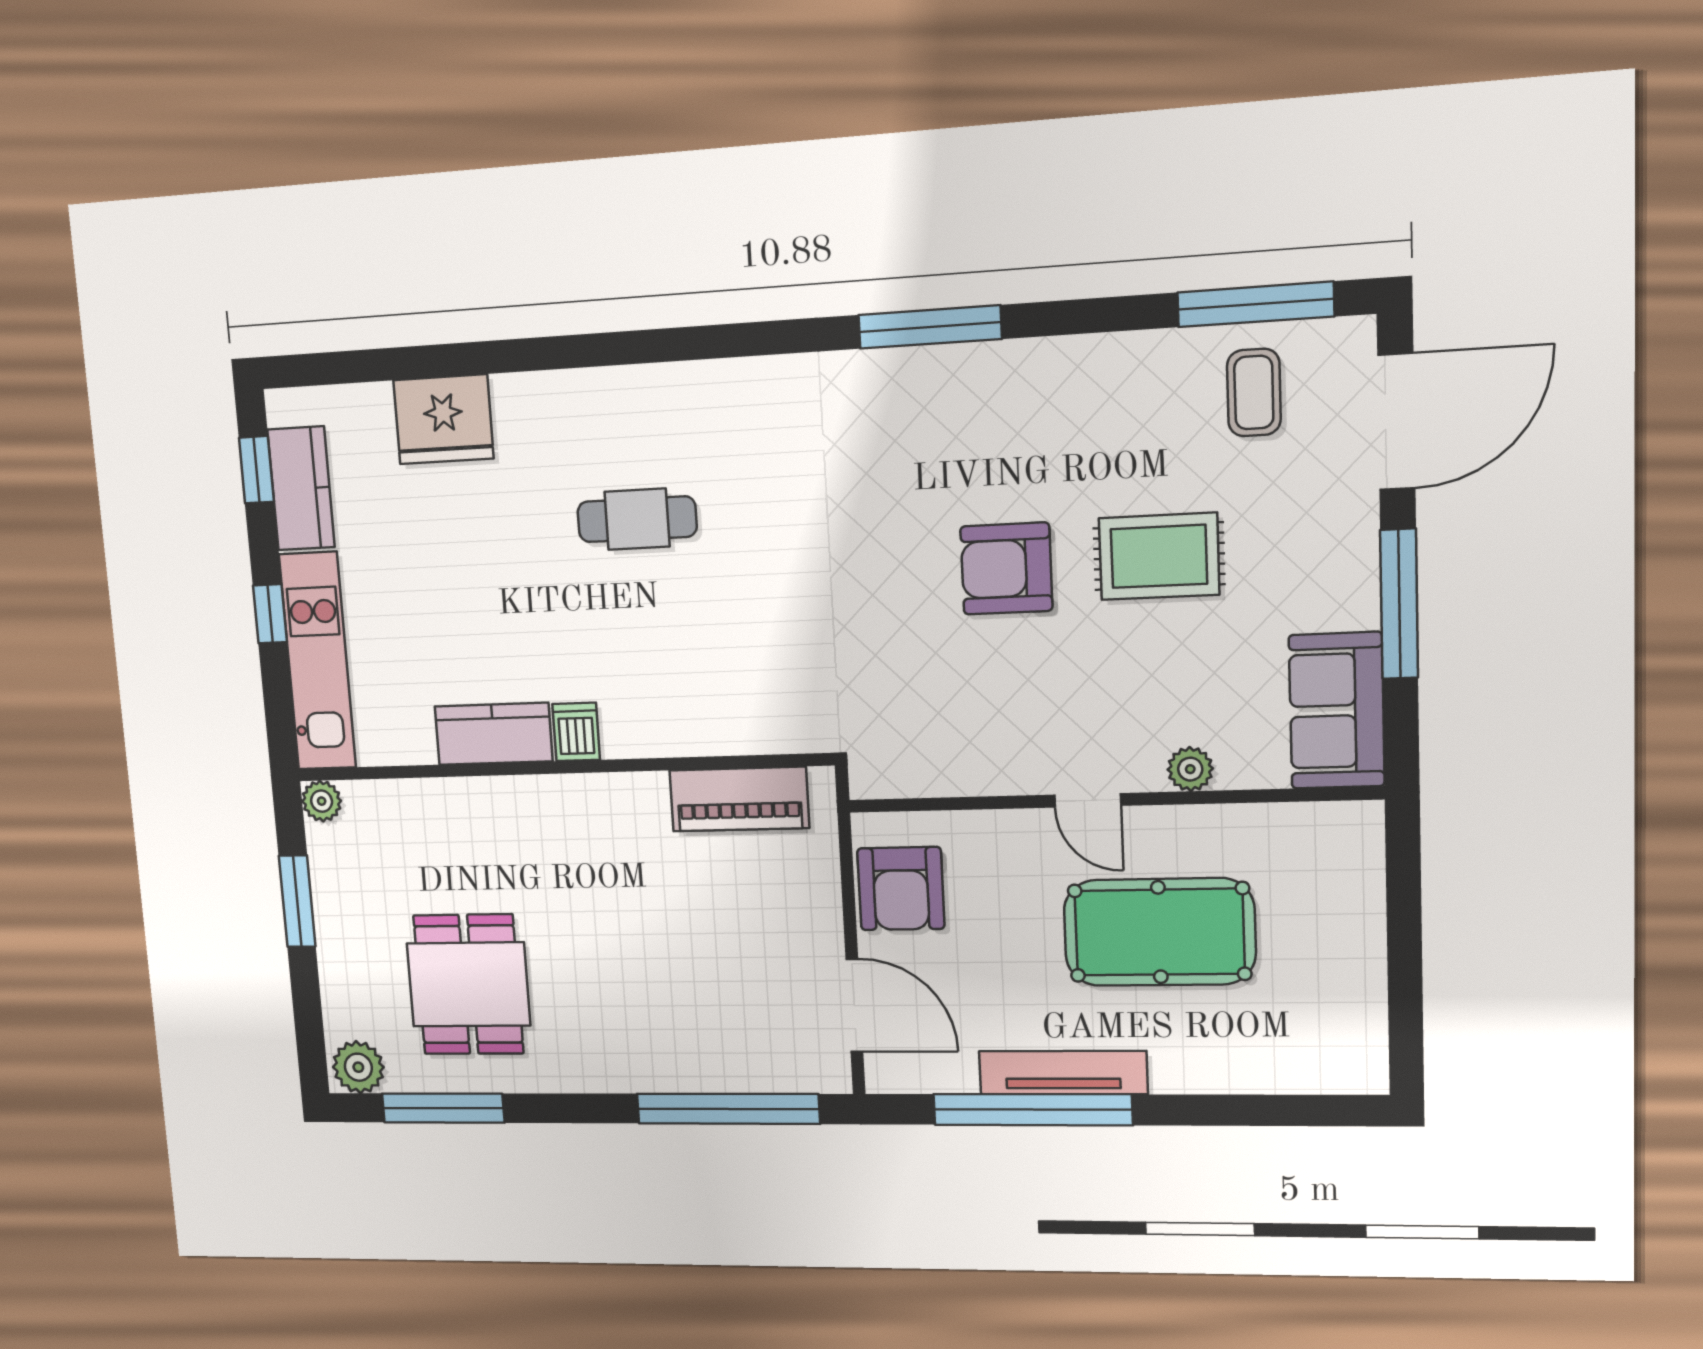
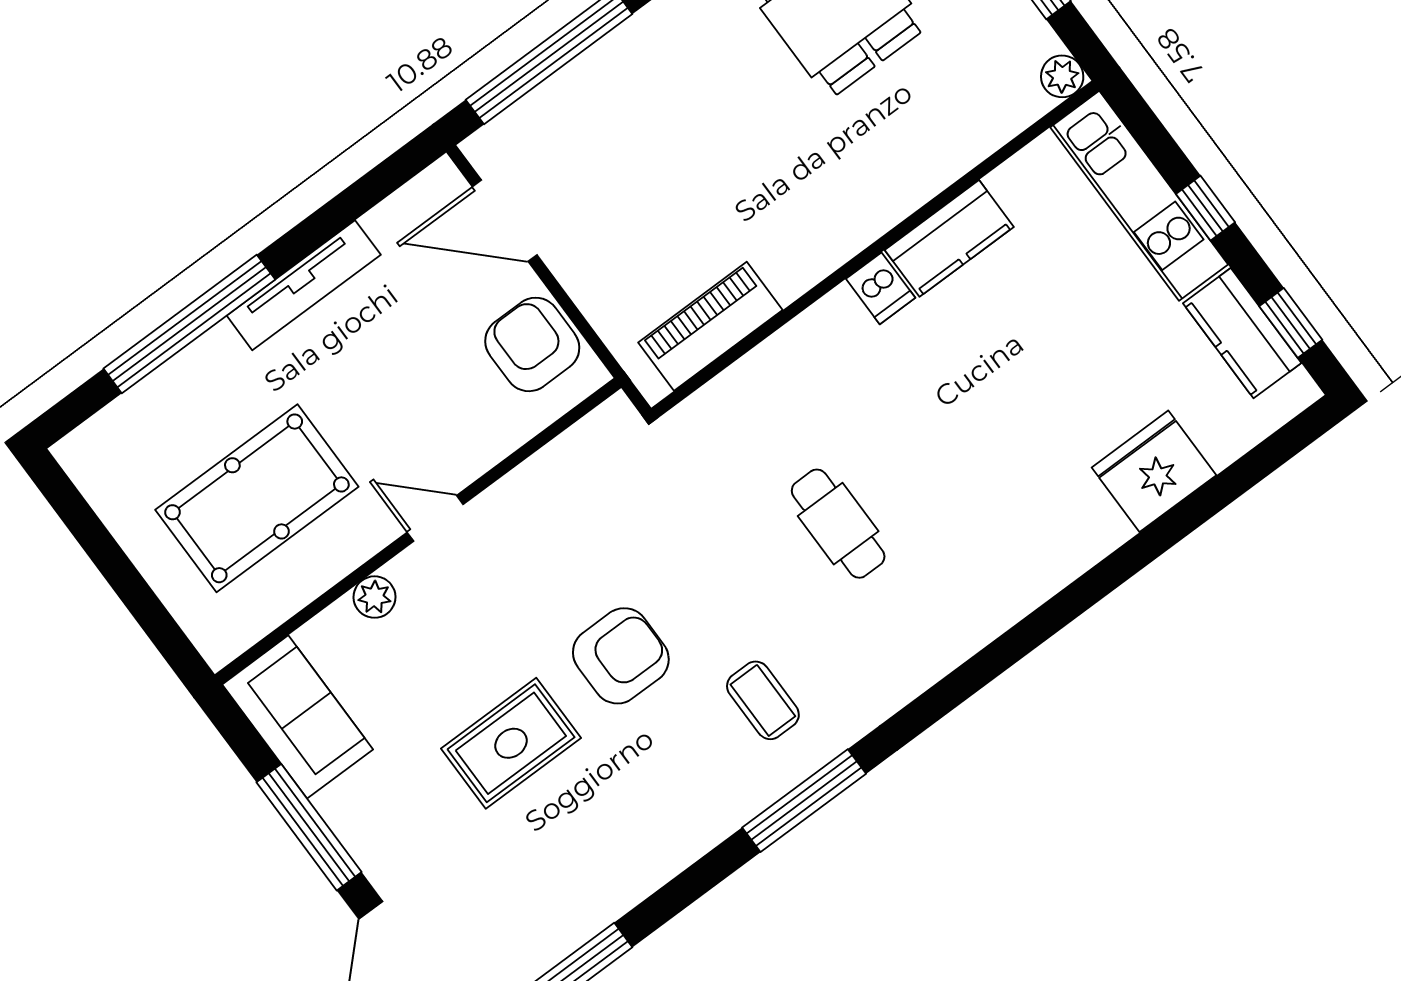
coffee table: (1254, 393) -> (763, 700), moved
cafe table: (637, 519) -> (838, 524), moved, turned 90
pool table: (1159, 932) -> (257, 498), moved
window: (1032, 1110) -> (189, 324), moved

